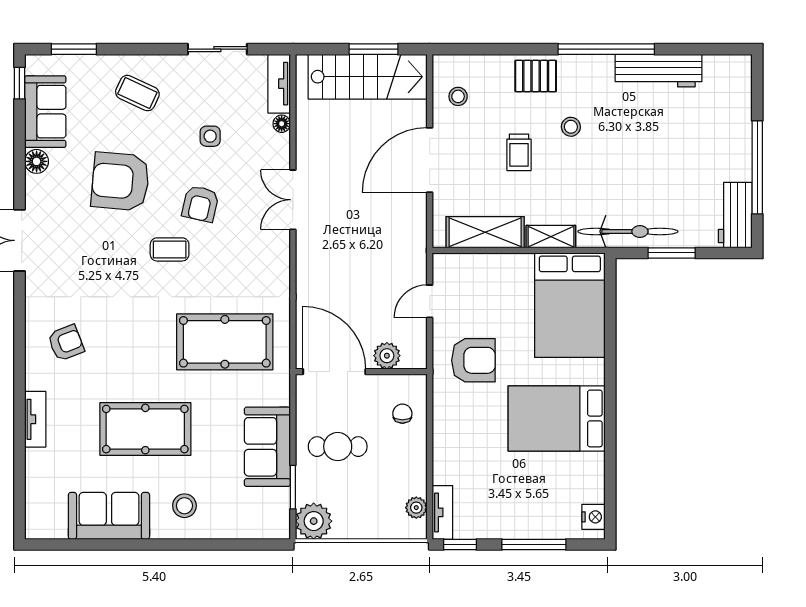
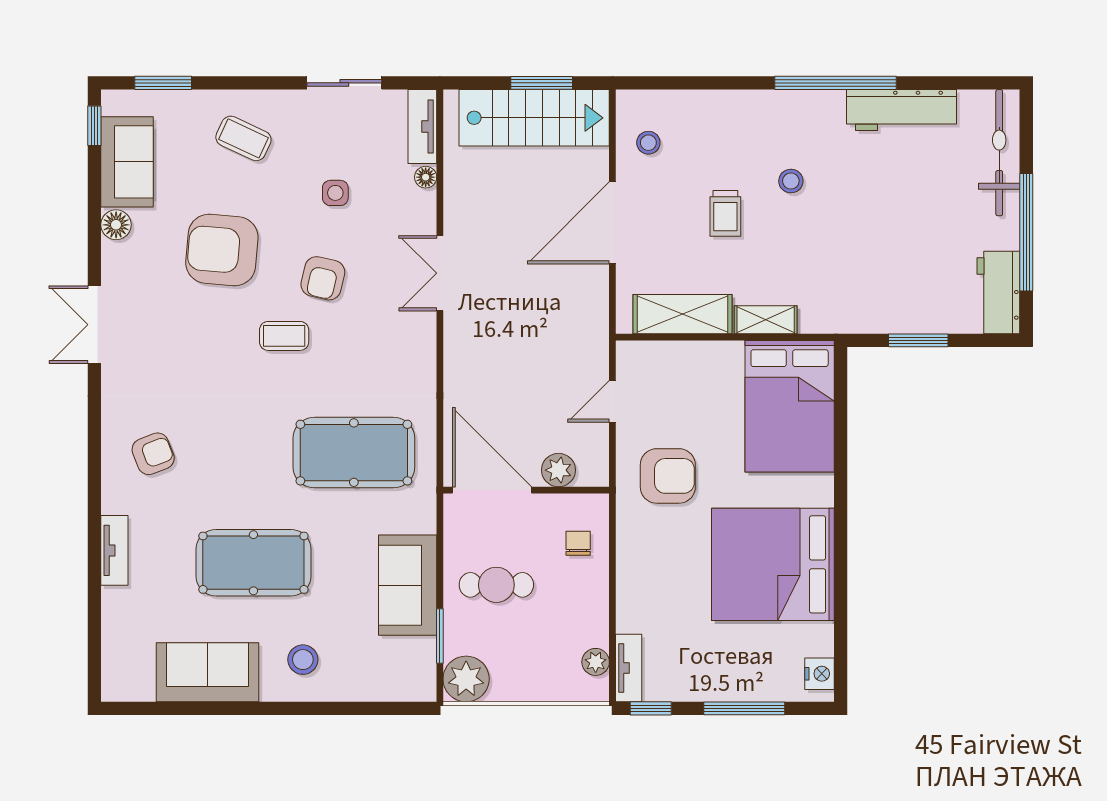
pallet: (536, 76) -> (746, 117), removed
bicycle: (628, 231) -> (999, 153), moved, turned -90
bed: (557, 418) -> (773, 564), width x1.36

